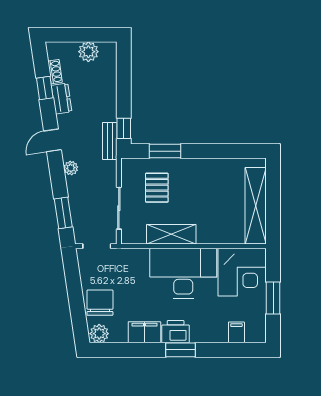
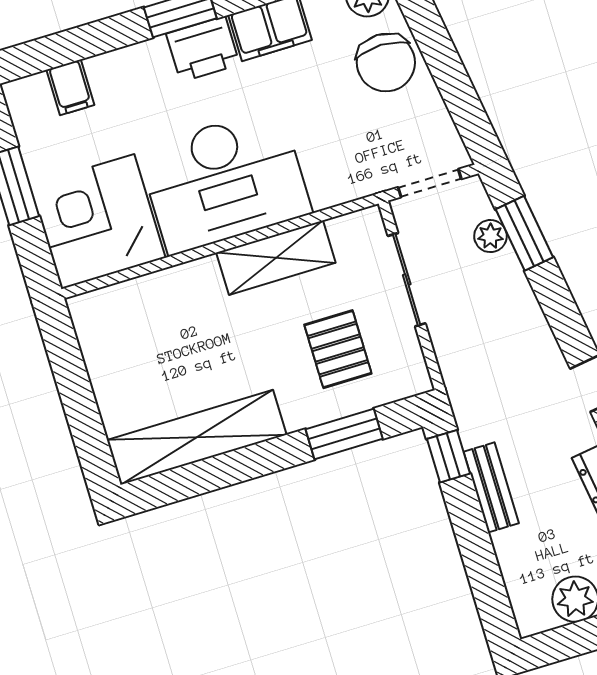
bench: (110, 141) -> (491, 487), moved
plant: (71, 168) -> (490, 236), moved
shelving: (256, 206) -> (197, 437), moved, turned 90

